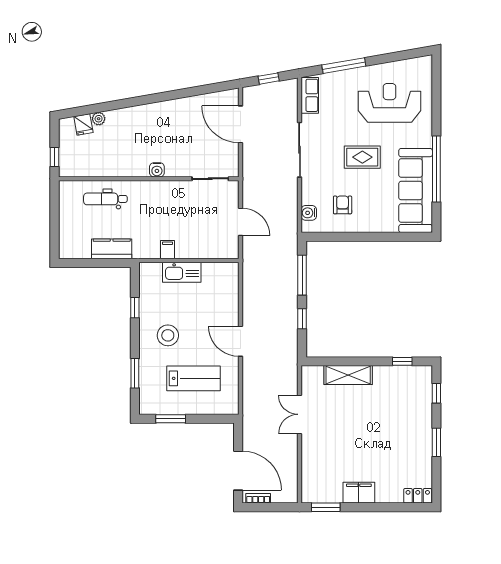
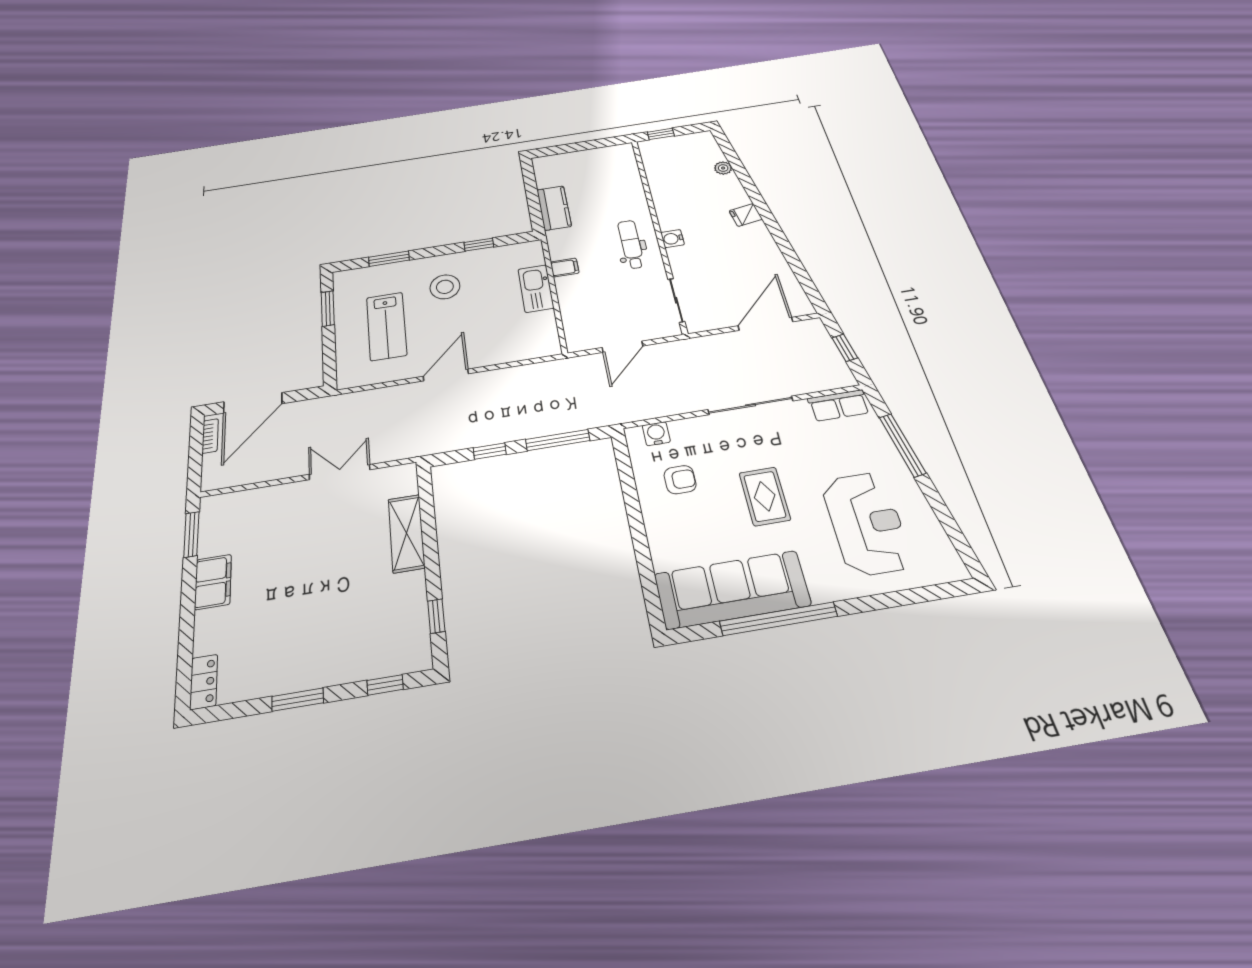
fridge: (83, 124) -> (746, 215), moved
dental chair: (105, 199) -> (631, 244), moved

